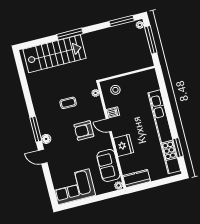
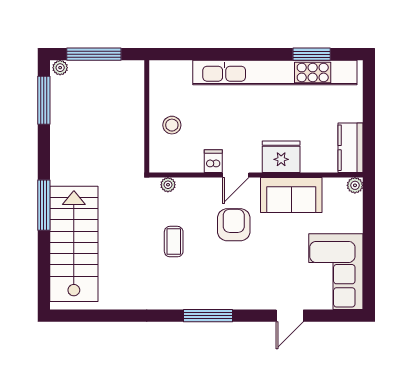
stool: (115, 90) -> (172, 125), moved
armchair: (84, 130) -> (234, 225), turned 180
floor lamp: (46, 139) -> (232, 301), removed
door: (43, 157) -> (290, 316), moved
sofa: (108, 165) -> (291, 195), moved

